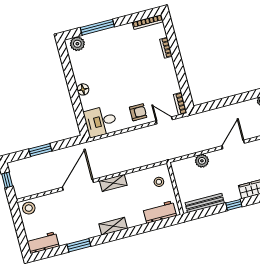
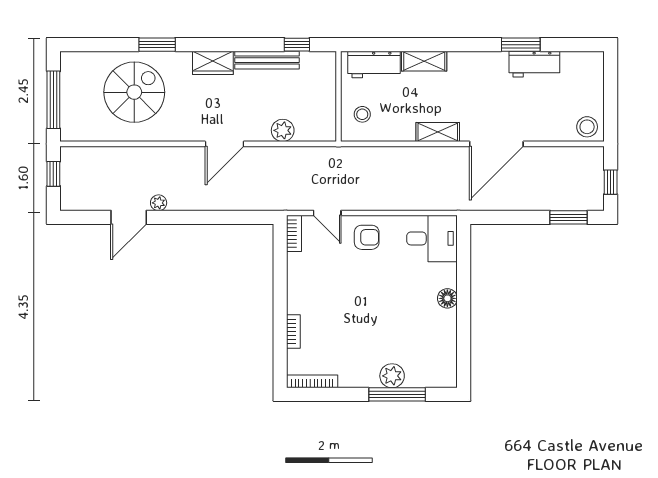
plant: (77, 44) -> (392, 376), moved
armchair: (138, 112) -> (367, 237), turned 180
window: (40, 150) -> (569, 217), moved
bench: (205, 203) -> (267, 60), moved
window: (234, 205) -> (297, 45), moved
shelving: (113, 226) -> (424, 61), moved
workbench: (43, 243) -> (534, 64), moved

